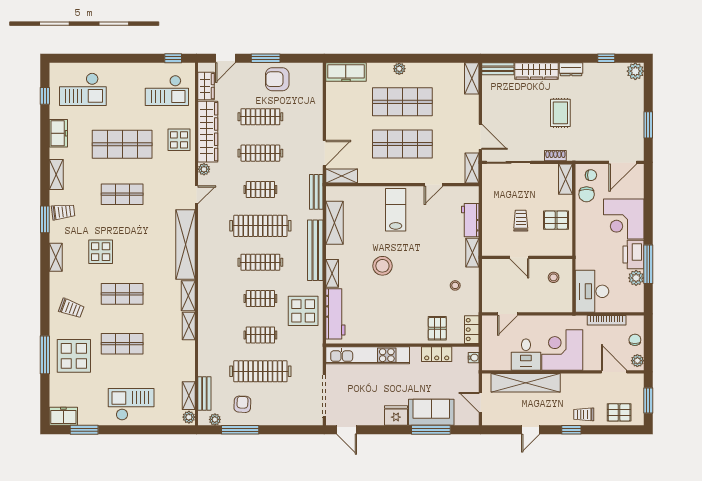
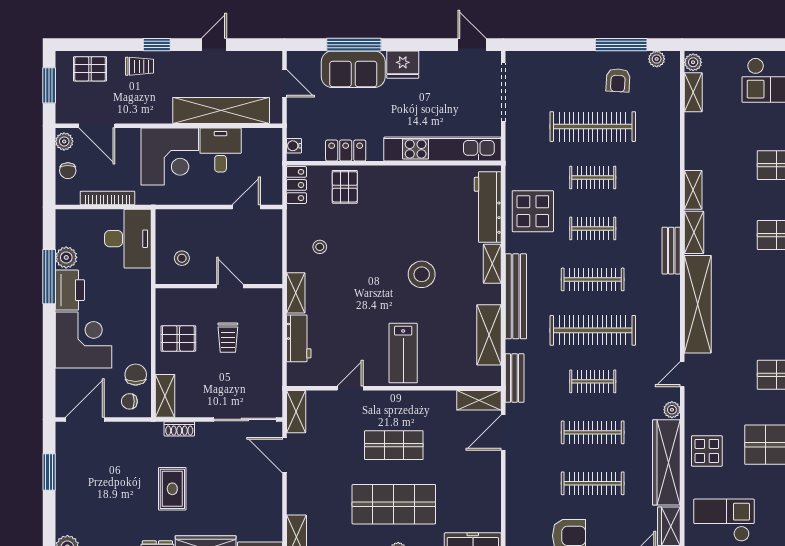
shop shelf: (402, 144) -> (394, 445), width x0.70, depth x0.74
bench: (204, 394) -> (671, 251), moved

